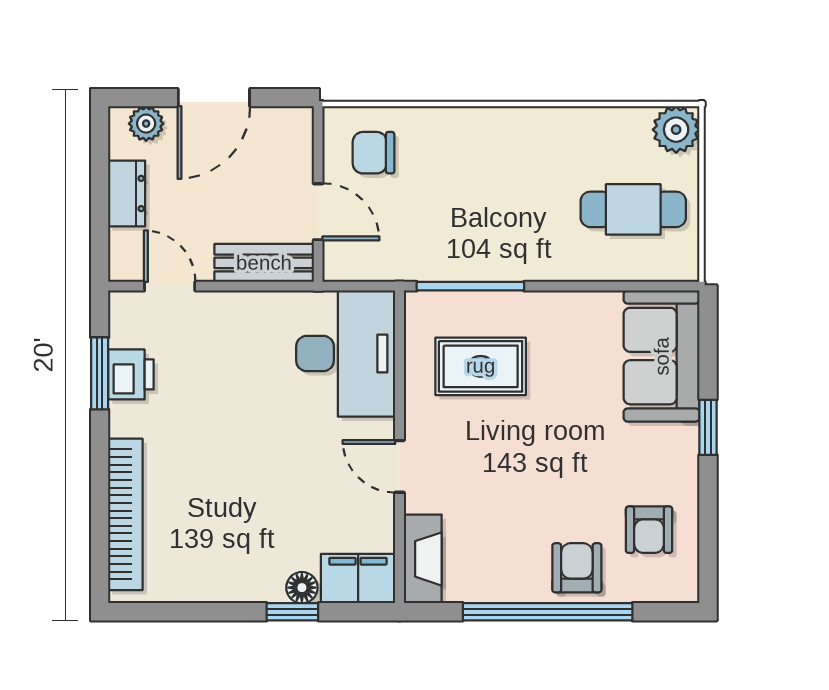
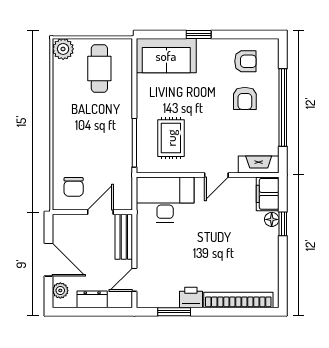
printer: (131, 374) -> (191, 297), moved
armchair: (577, 568) -> (245, 98), moved, turned -90

